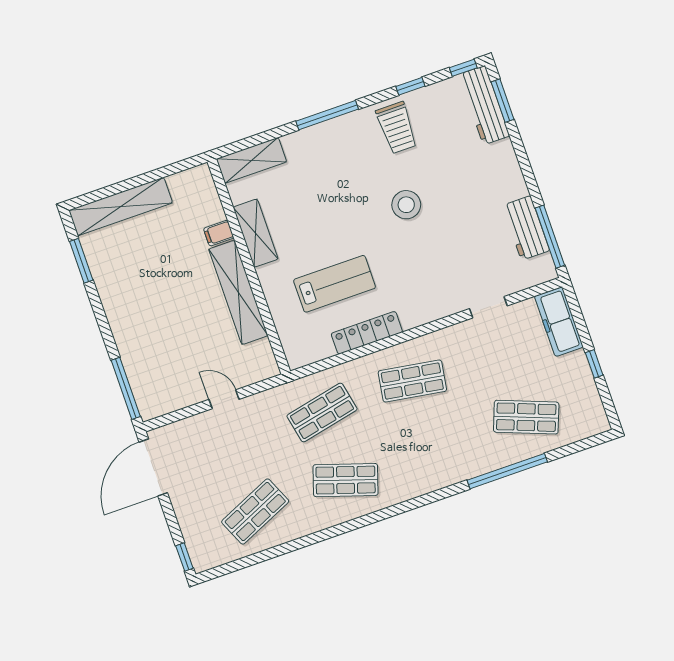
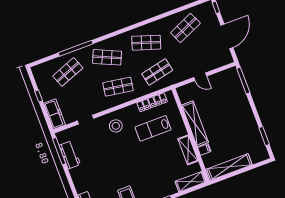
stool: (406, 205) -> (116, 126), moved
shelving: (121, 207) -> (229, 167), moved
locker: (367, 333) -> (152, 102), moved
shop shelf: (526, 417) -> (68, 72), turned -42
shop shelf: (436, 449) -> (107, 57), added
door: (153, 467) -> (227, 36), moved

